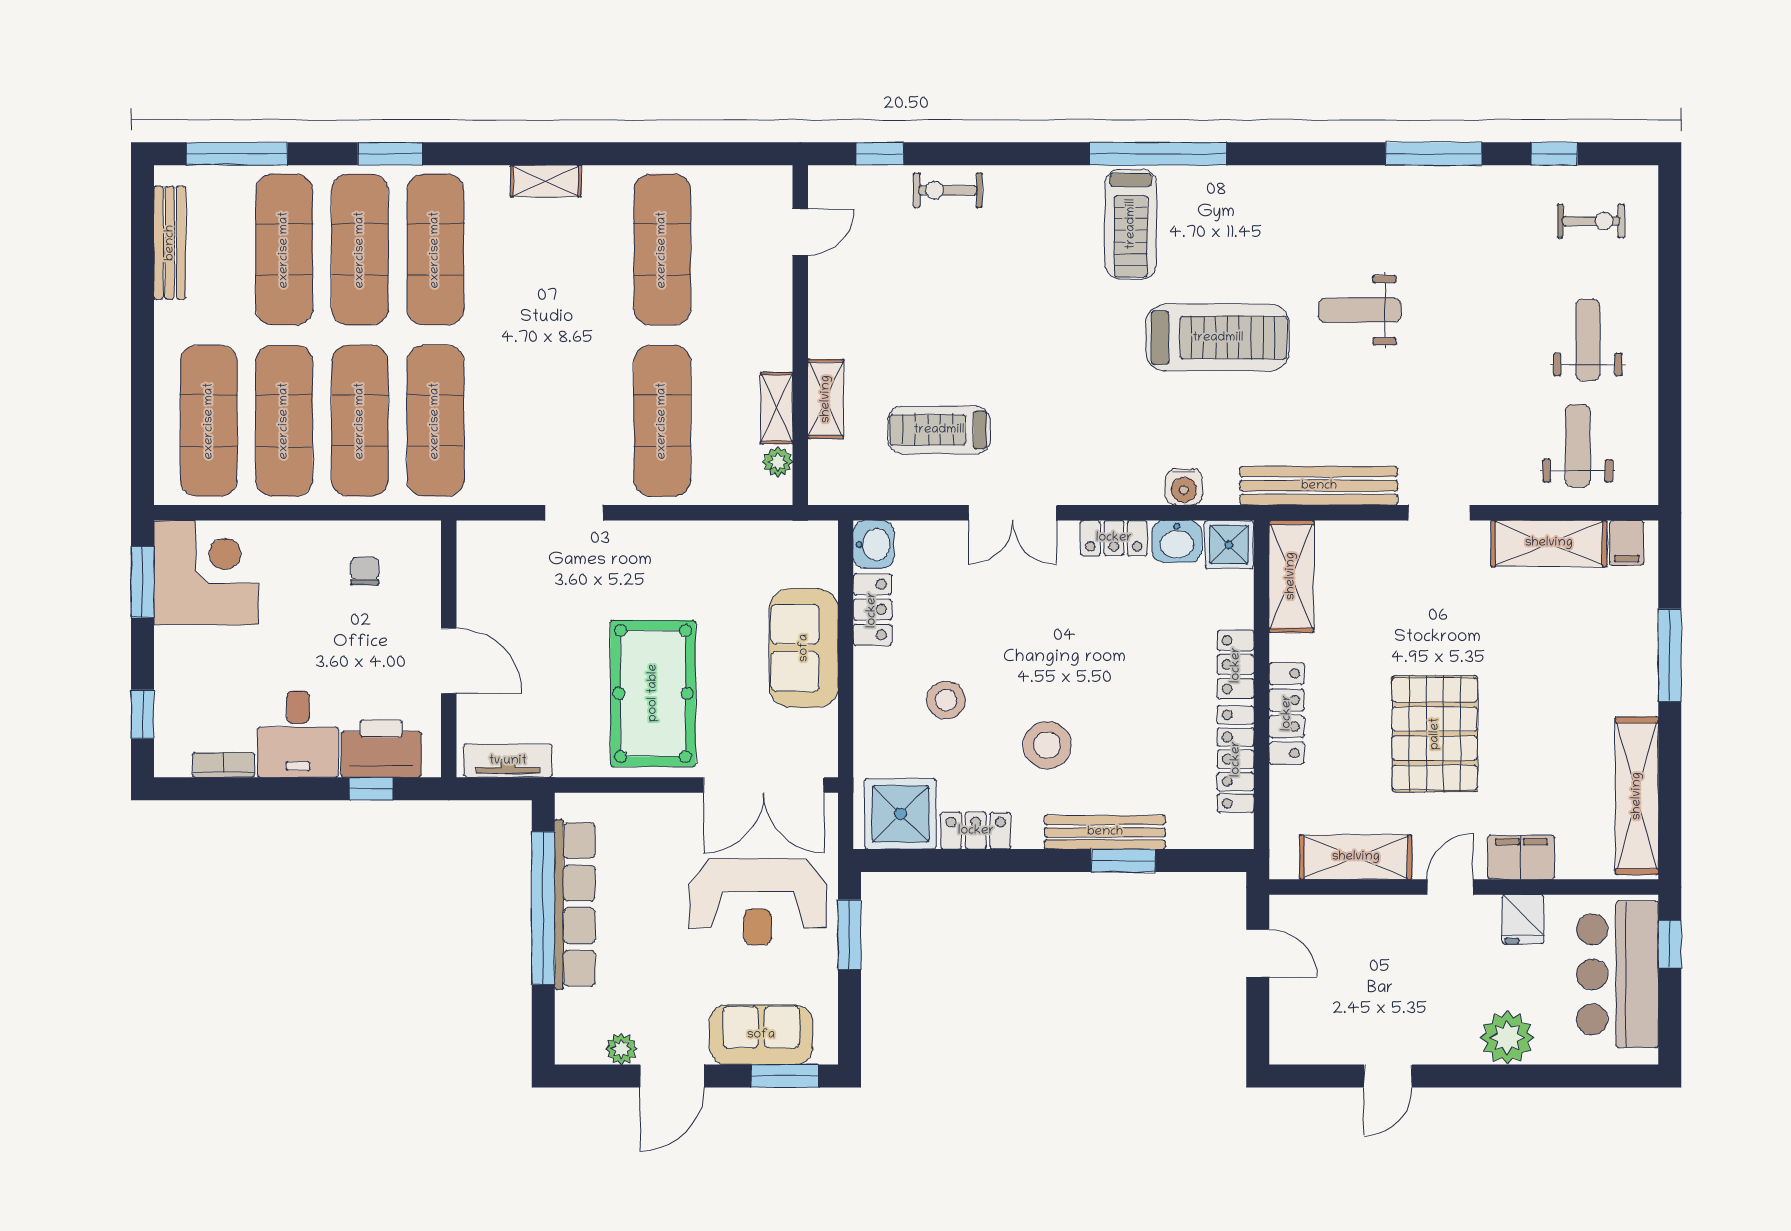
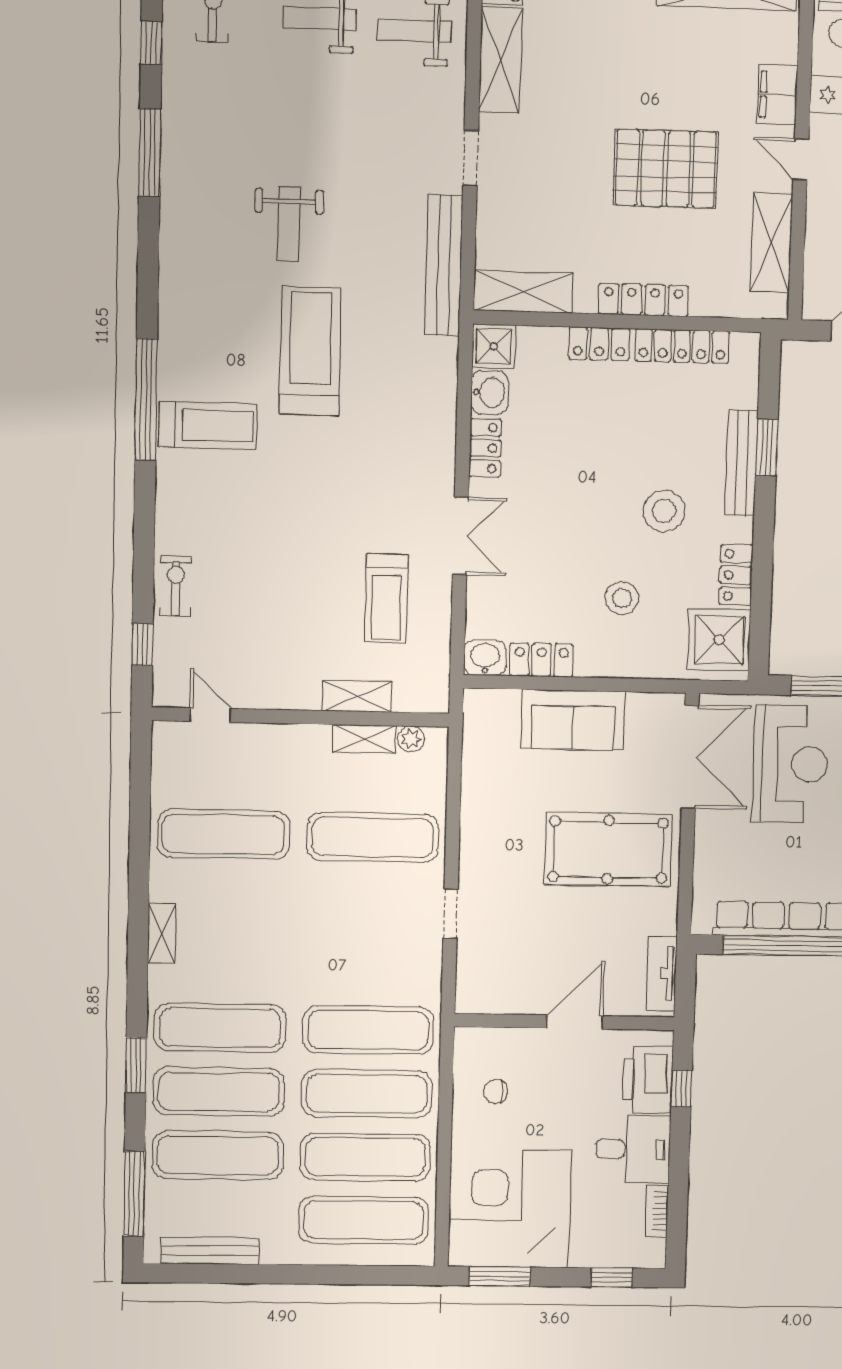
exercise bike: (948, 190) -> (176, 586), turned 180
water cooler: (1184, 487) -> (442, 385), removed
corner desk: (206, 573) -> (510, 1208), width x1.36, depth x1.36

